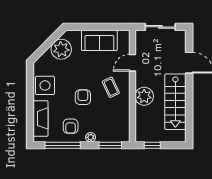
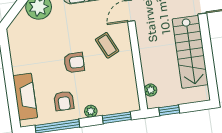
side table: (45, 85) -> (25, 55), removed
plant: (144, 96) -> (151, 90), moved, width x0.53, depth x0.53
armchair: (83, 97) -> (74, 63), turned 90

